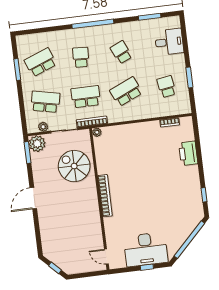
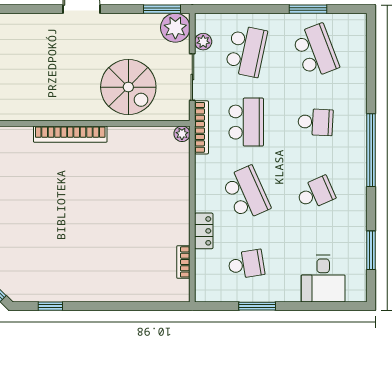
locker: (151, 113) -> (204, 231), added
printer: (188, 153) -> (126, 288), removed
spiral stairs: (74, 166) -> (128, 87), turned 90

